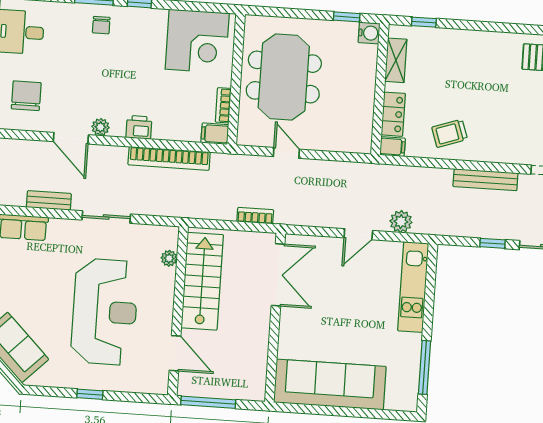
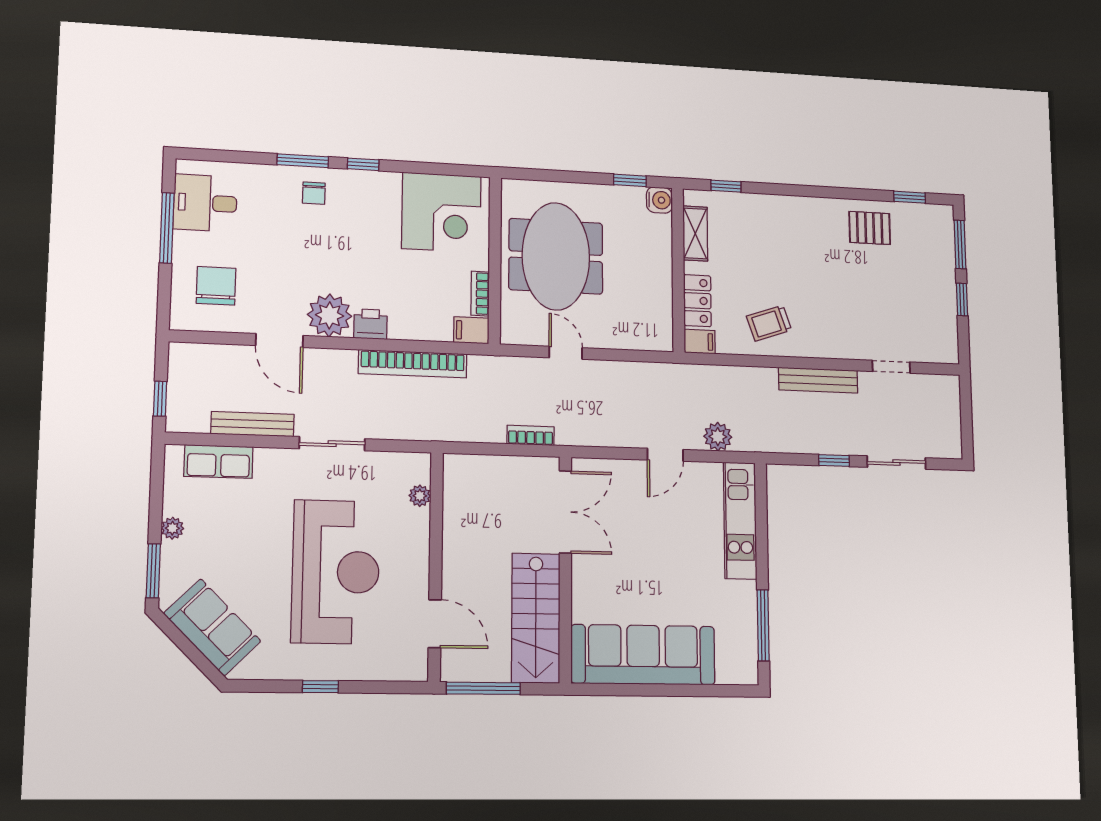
plant: (100, 127) -> (329, 315), width x1.87, depth x1.87
bench: (49, 200) -> (253, 424), width x1.36
stairs: (202, 281) -> (536, 618), moved, turned 180

